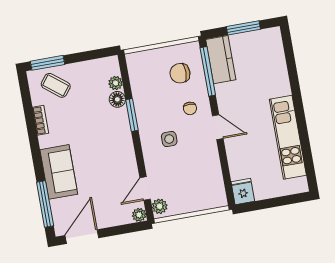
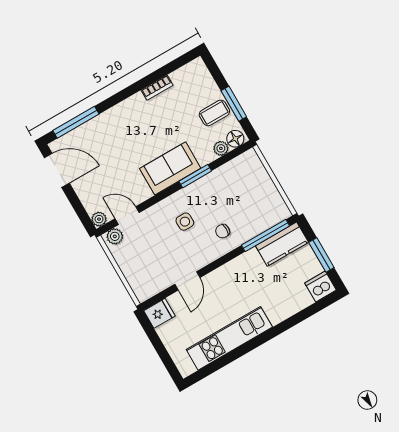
dishwasher: (271, 39) -> (321, 287), added
window: (48, 63) -> (234, 104), moved
chair: (180, 73) -> (254, 209), removed
coffee table: (56, 85) -> (214, 113), moved, turned 52
floor lamp: (117, 99) -> (235, 139), moved
door: (218, 127) -> (187, 281), moved
sofa: (59, 172) -> (170, 168), moved, turned 180

